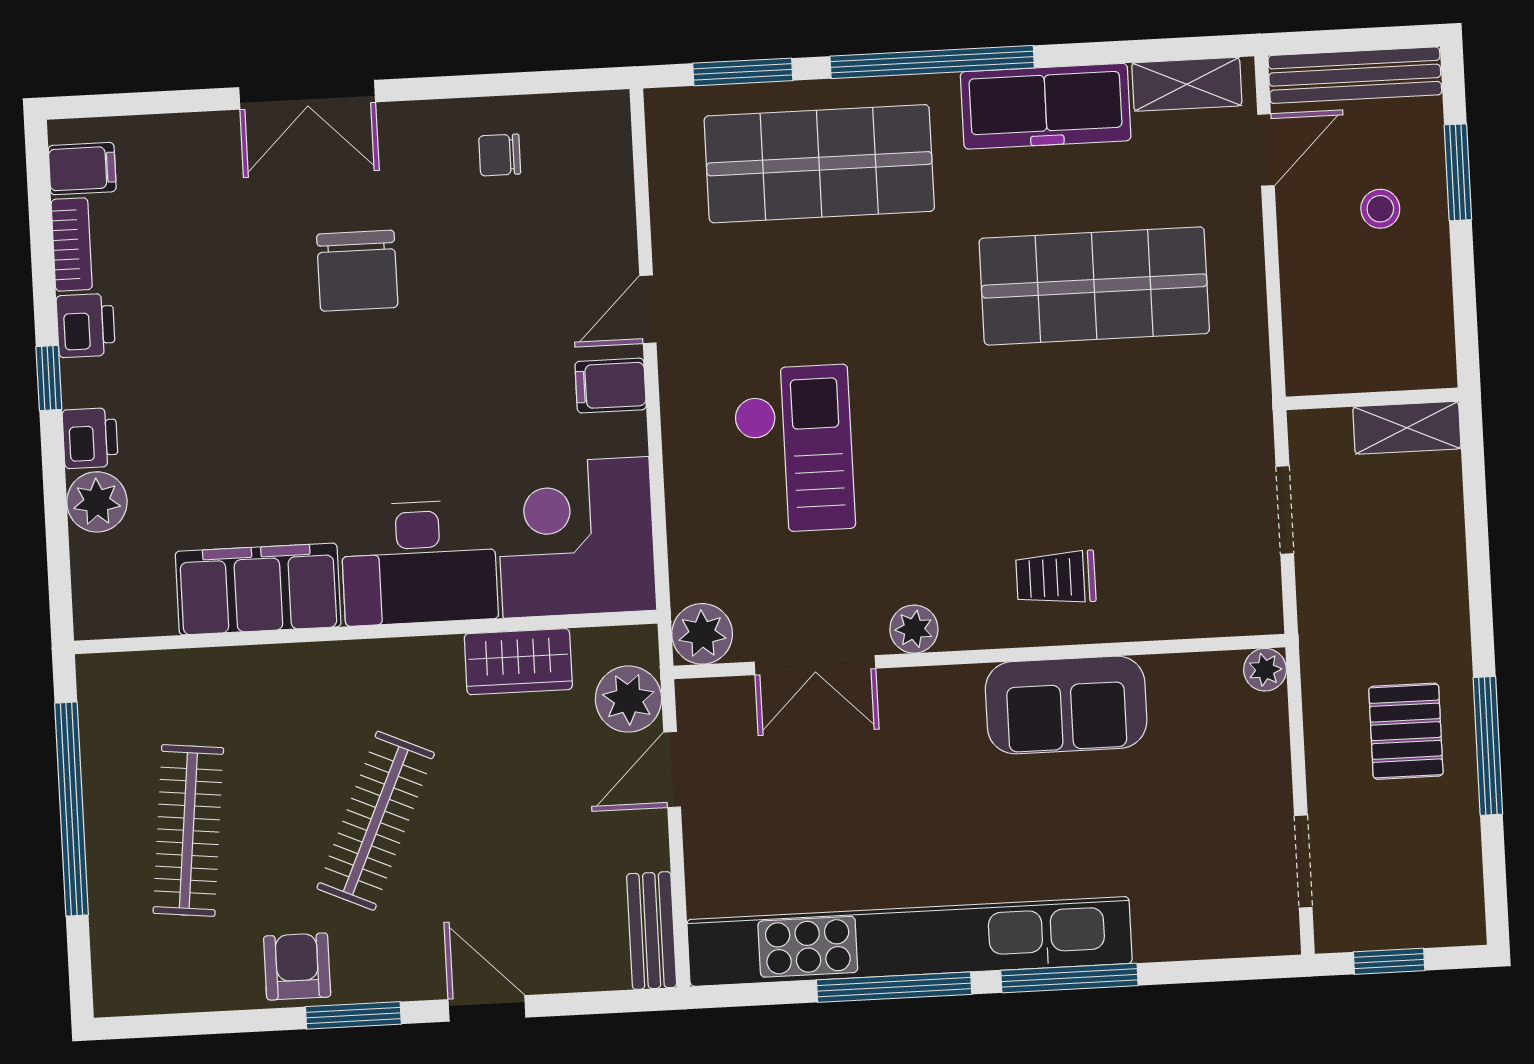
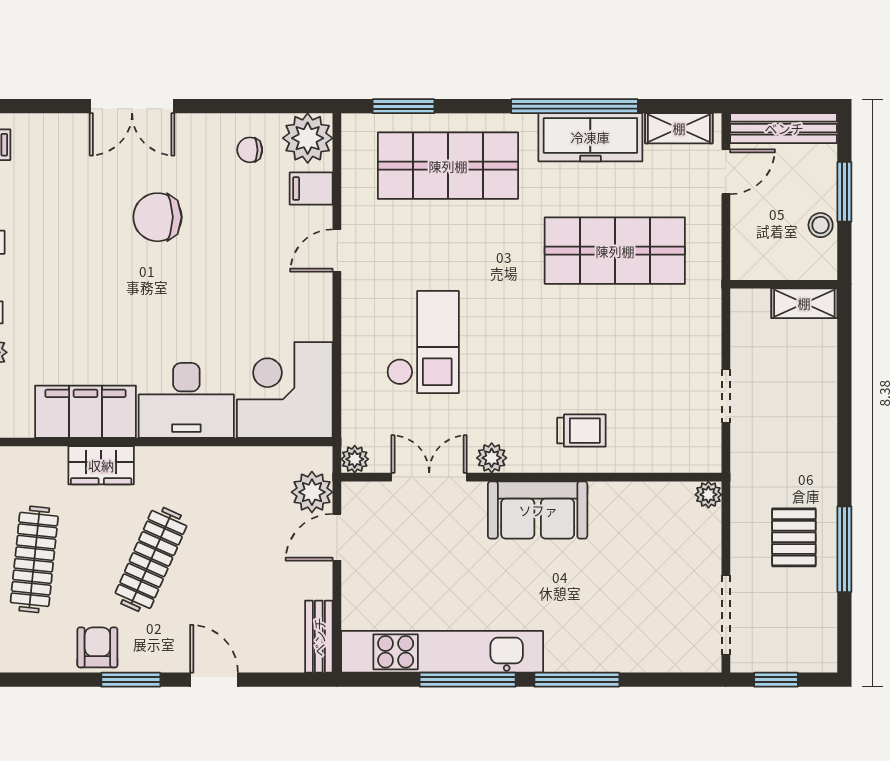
window: (932, 62) -> (575, 106), moved
plant: (592, 131) -> (308, 138), added
stool: (1380, 209) -> (821, 225), moved
chair: (357, 271) -> (157, 217), turned 90
filing cabinet: (611, 386) -> (311, 189), moved
wall: (1372, 399) -> (784, 284), moved
shelving: (1407, 428) -> (804, 303), moved
trolley: (1056, 578) -> (581, 431), turned 180
plant: (702, 634) -> (355, 459), width x0.73, depth x0.73
wardrobe: (518, 662) -> (101, 465), moved
double door: (815, 665) -> (429, 477), swing flipped
sofa: (1066, 705) -> (538, 510), moved
doorway: (1303, 862) -> (726, 615), width x1.38
kitchen unit: (910, 941) -> (442, 652), width x0.73

